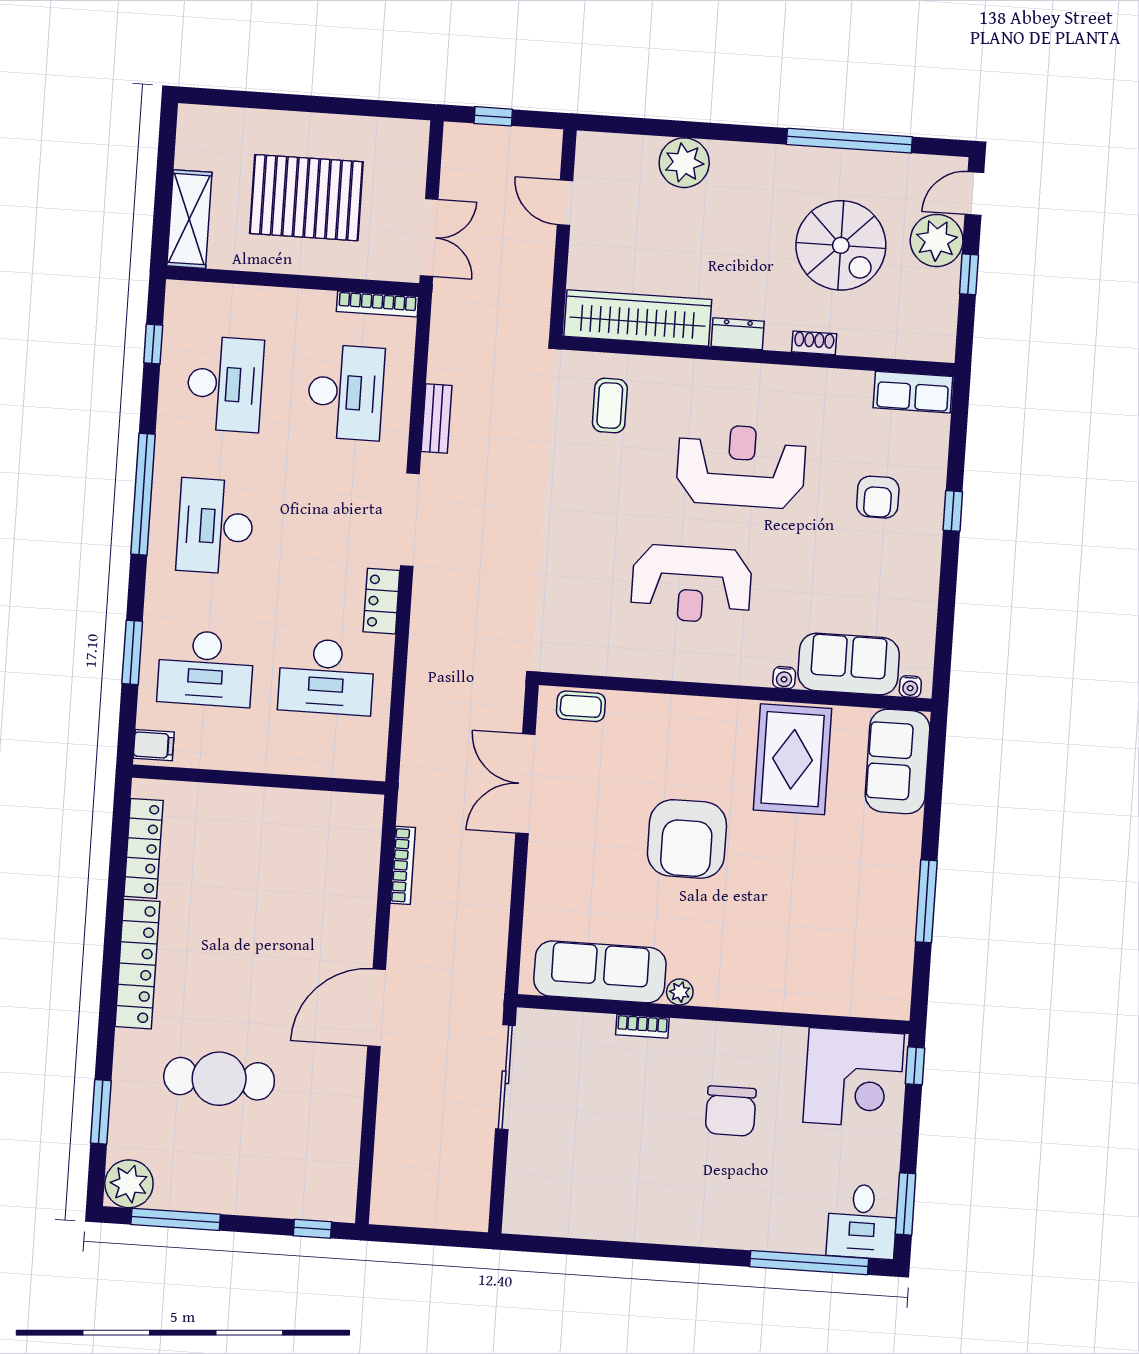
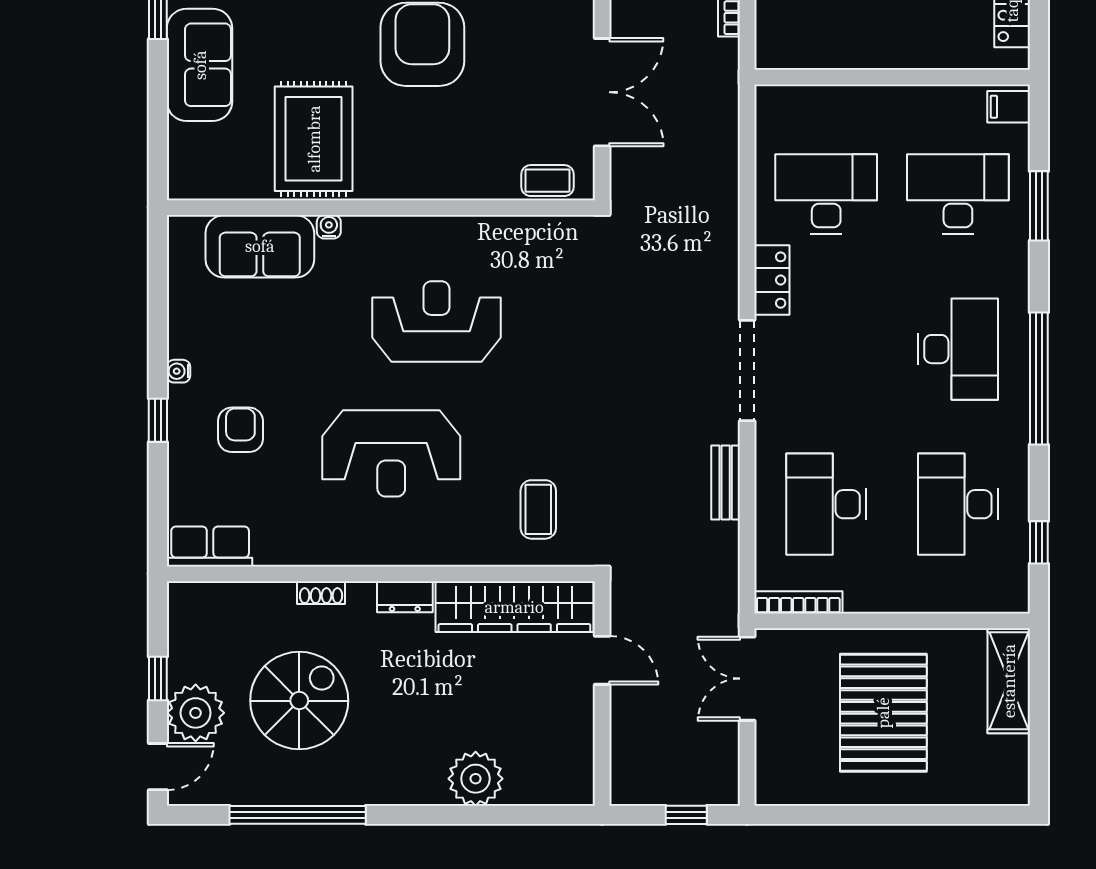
pallet: (306, 198) -> (883, 713), turned 90
door: (565, 203) -> (602, 660), moved
spiral stairs: (841, 245) -> (299, 701), turned 90
water cooler: (910, 687) -> (179, 371), moved, turned -90
sofa: (897, 761) -> (200, 65), moved

